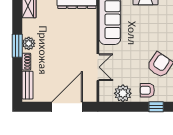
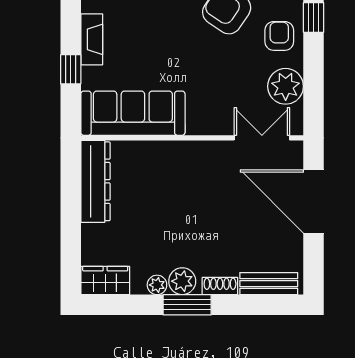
plant: (27, 31) -> (157, 285), added
double door: (98, 67) -> (262, 138), moved
armchair: (147, 90) -> (279, 36), turned 180

